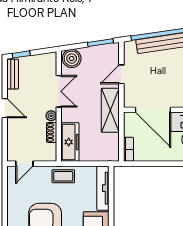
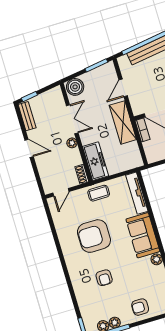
shoe rack: (52, 132) -> (82, 174), moved
bookcase: (128, 149) -> (143, 130), moved

